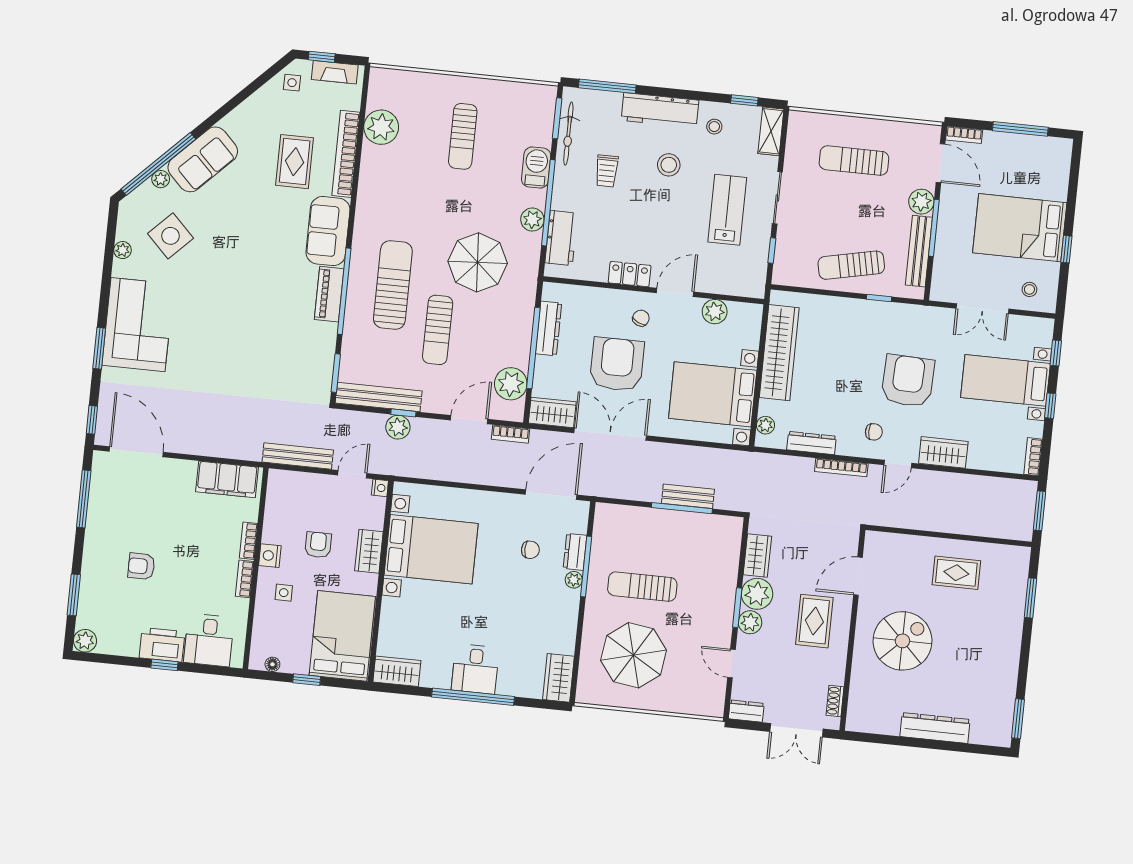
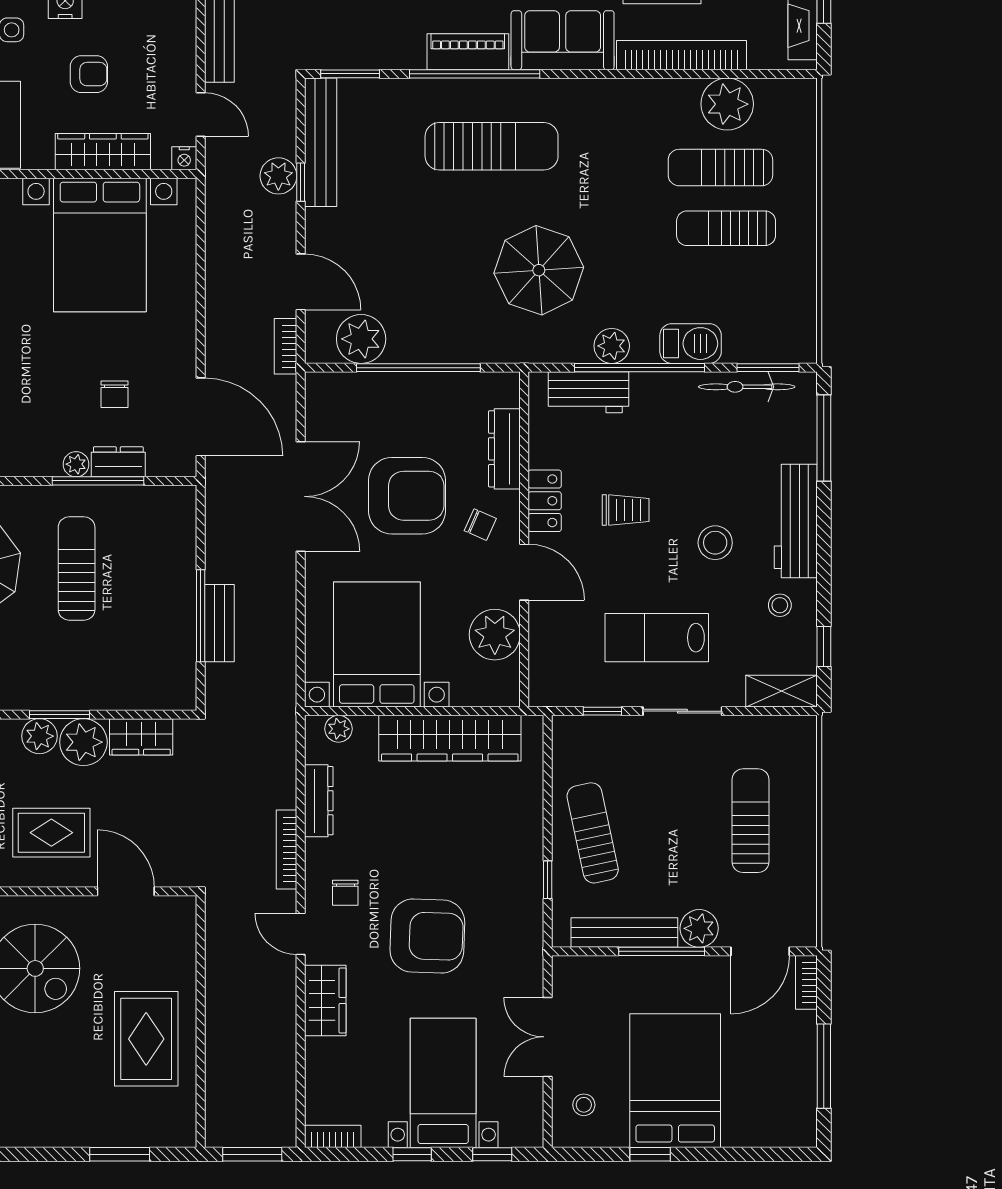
trolley: (607, 171) -> (626, 510), moved, turned 180
lab bench: (727, 210) -> (657, 638), turned 180
plant: (715, 312) -> (495, 635), width x1.36, depth x1.36
dresser: (549, 328) -> (504, 449), moved, turned 90
sun lounger: (438, 330) -> (720, 168), moved
wardrobe: (552, 412) -> (325, 406), removed
wardrobe: (369, 551) -> (103, 152), width x1.50
rug: (956, 573) -> (146, 1039), width x1.36, depth x1.43

